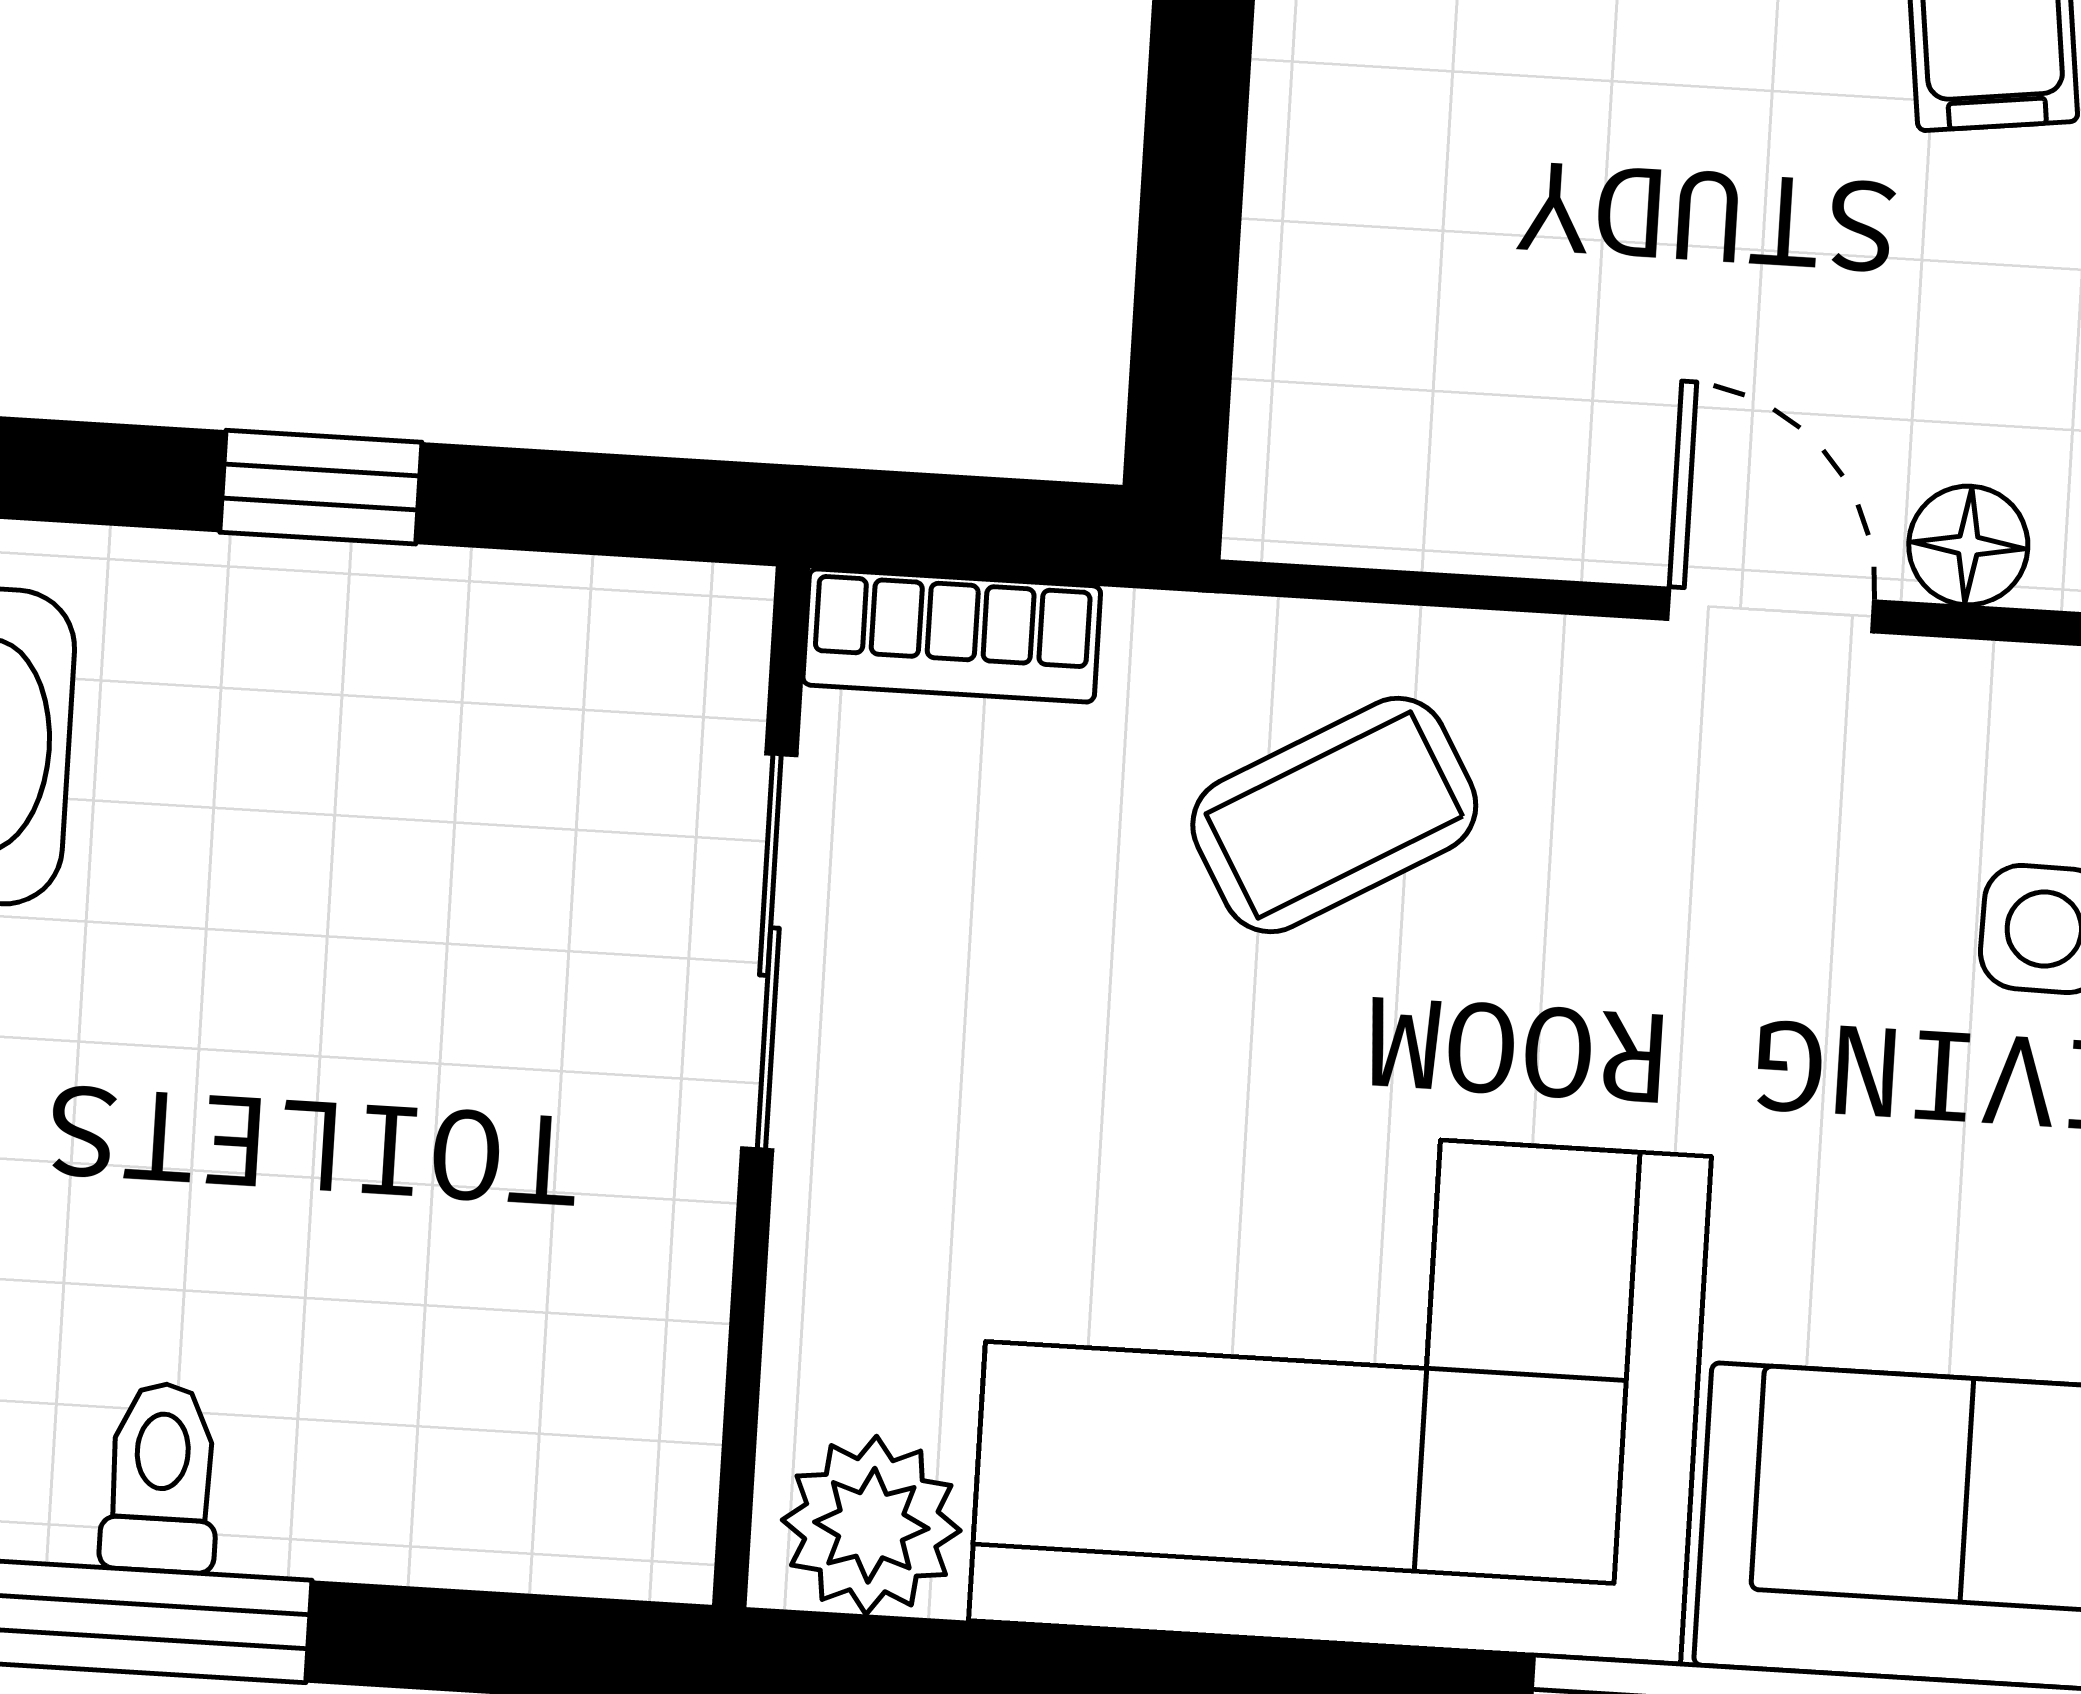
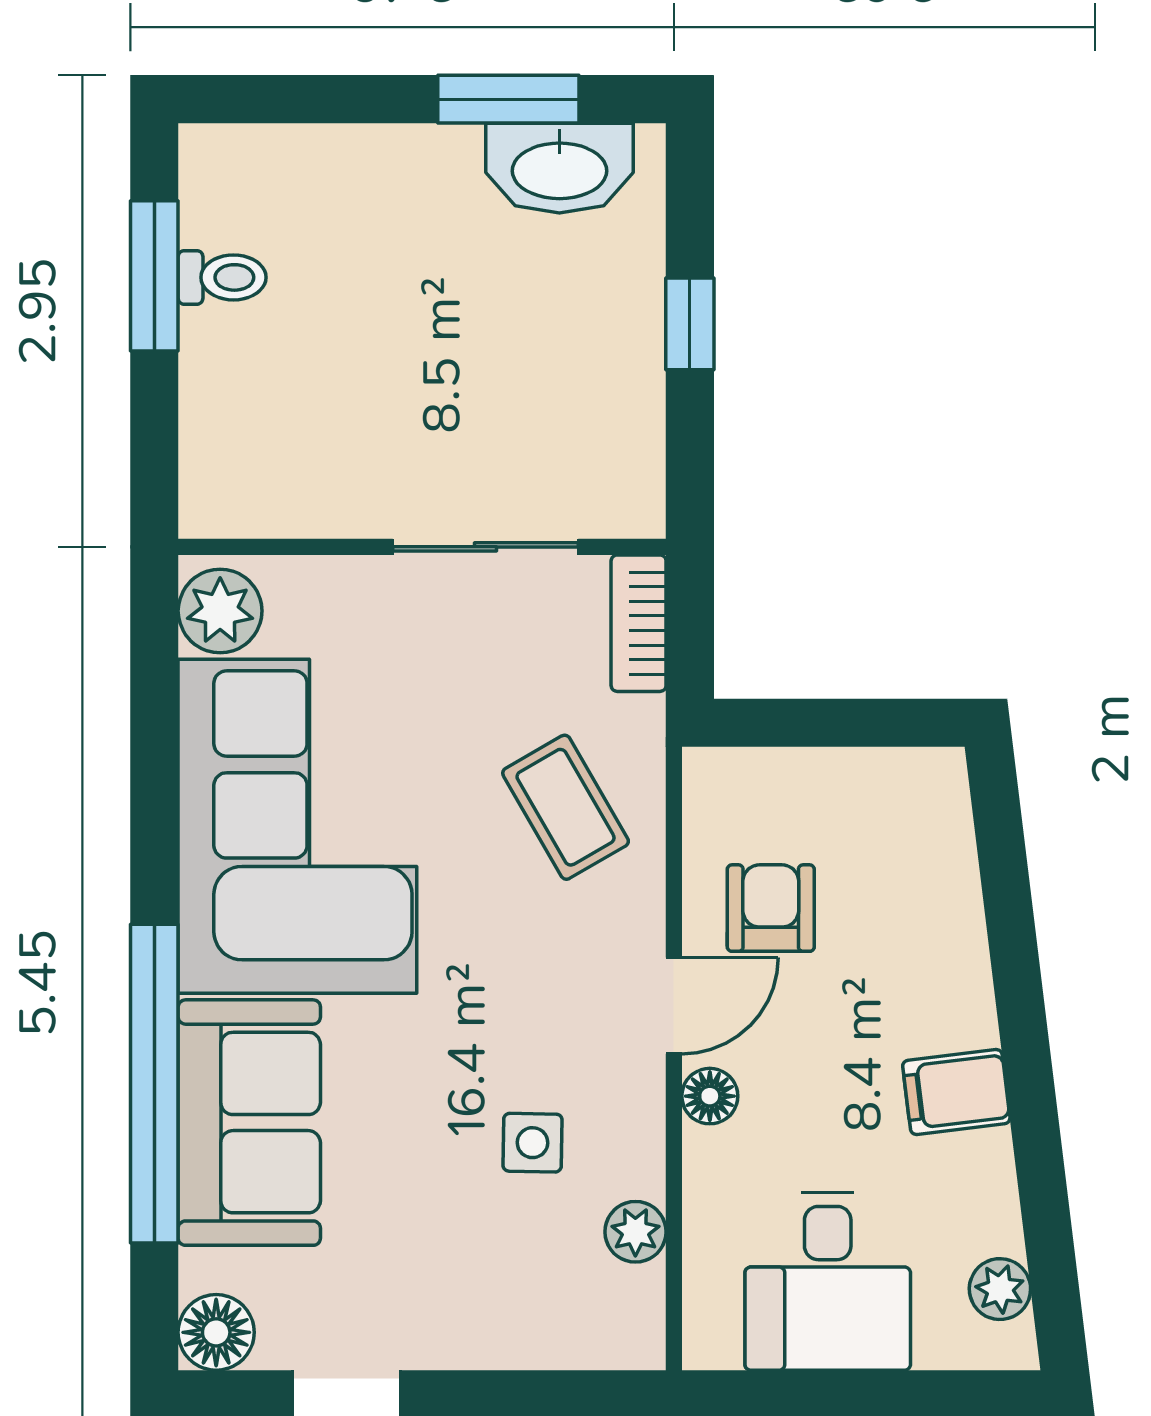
armchair: (1576, 391) -> (771, 908), added

